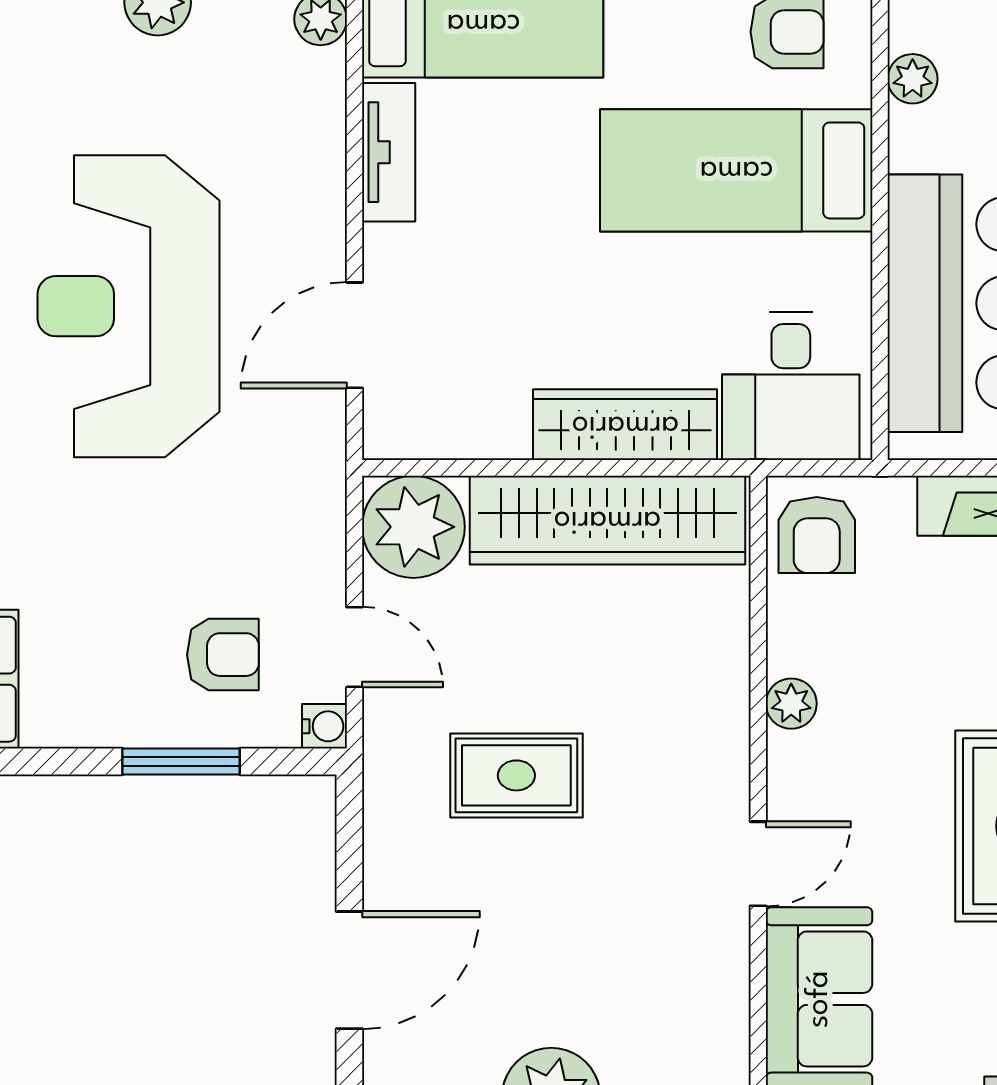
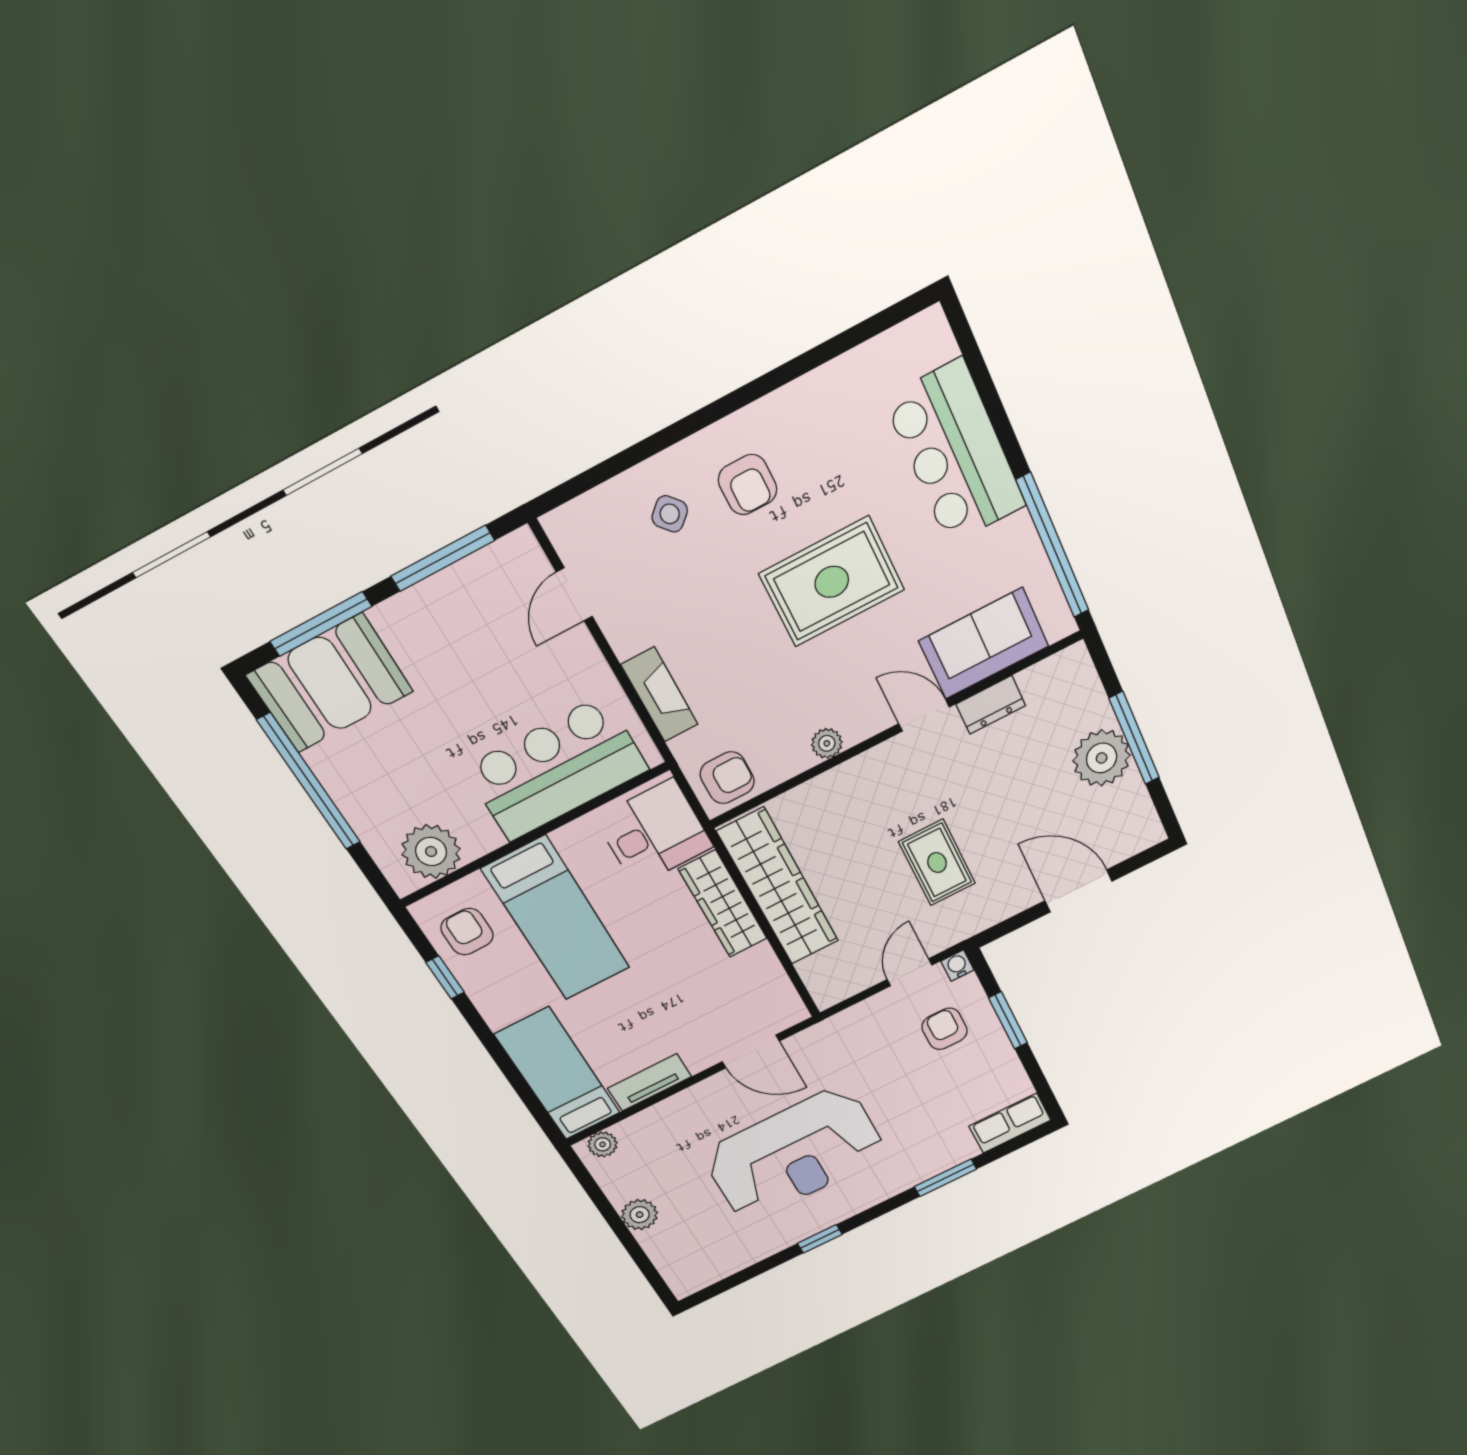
plant: (913, 79) -> (431, 852), width x1.88, depth x1.88
plant: (413, 527) -> (833, 976), removed
dresser: (722, 968) -> (991, 705), added

